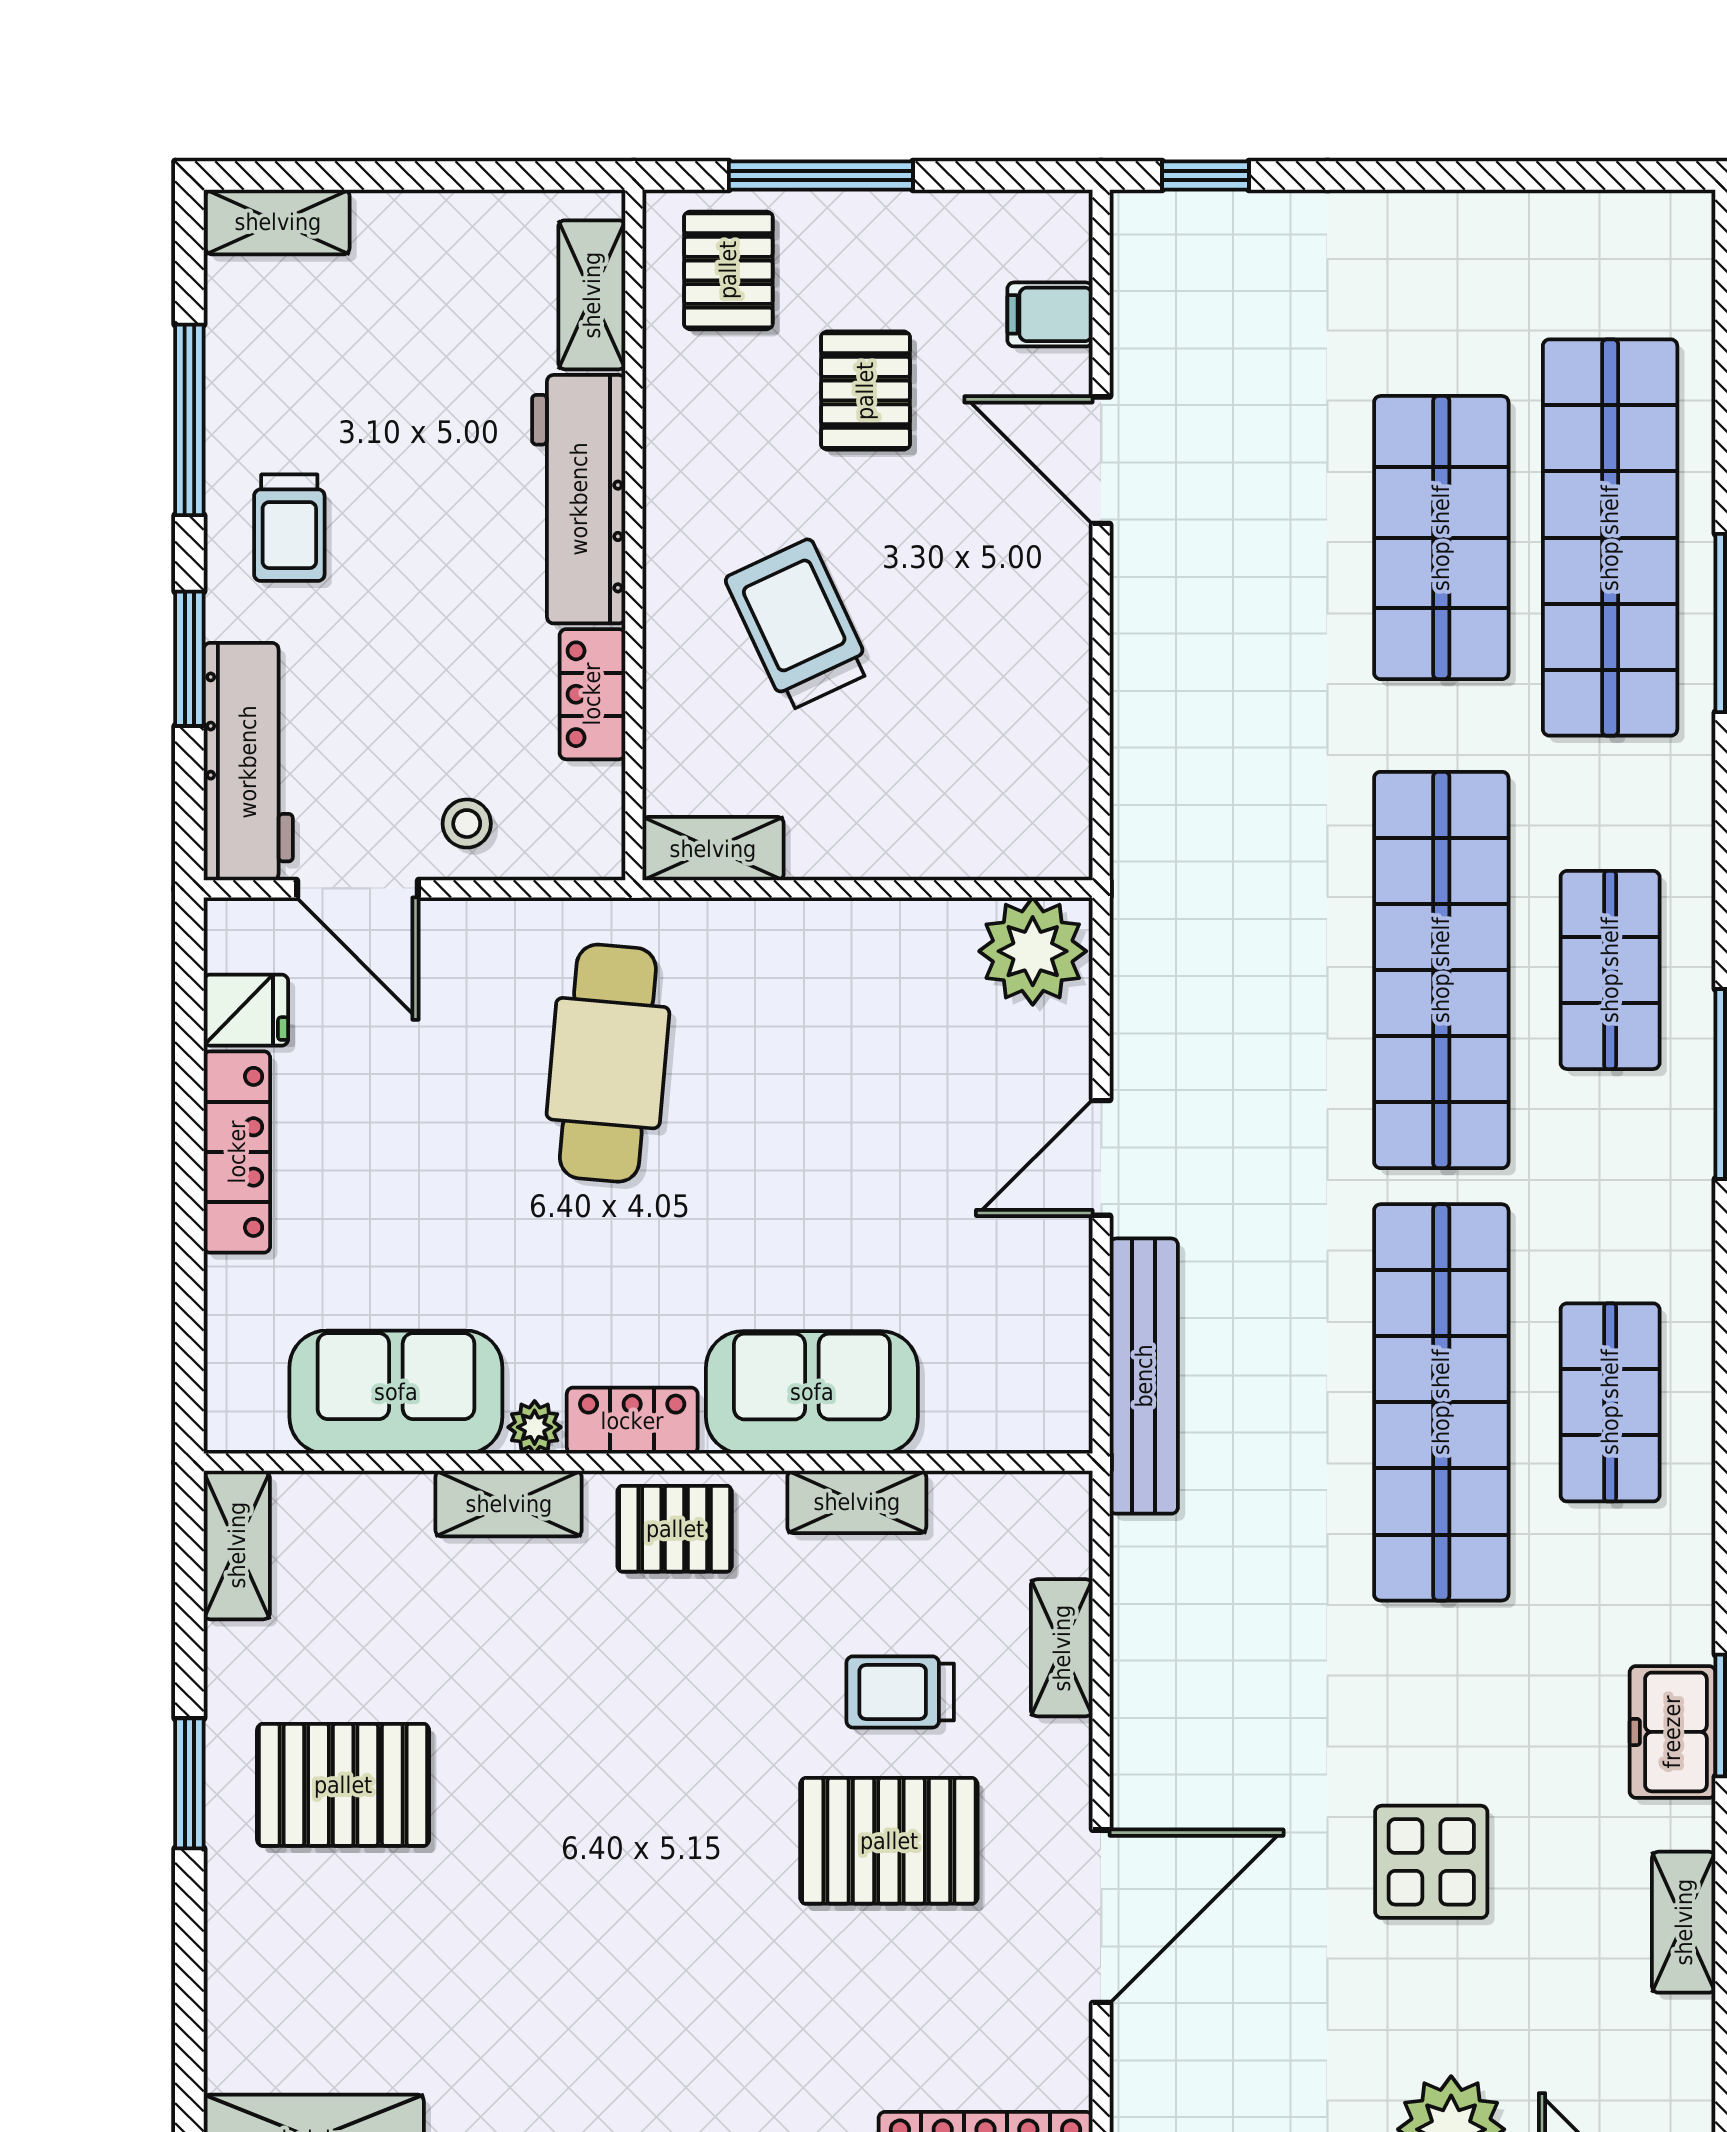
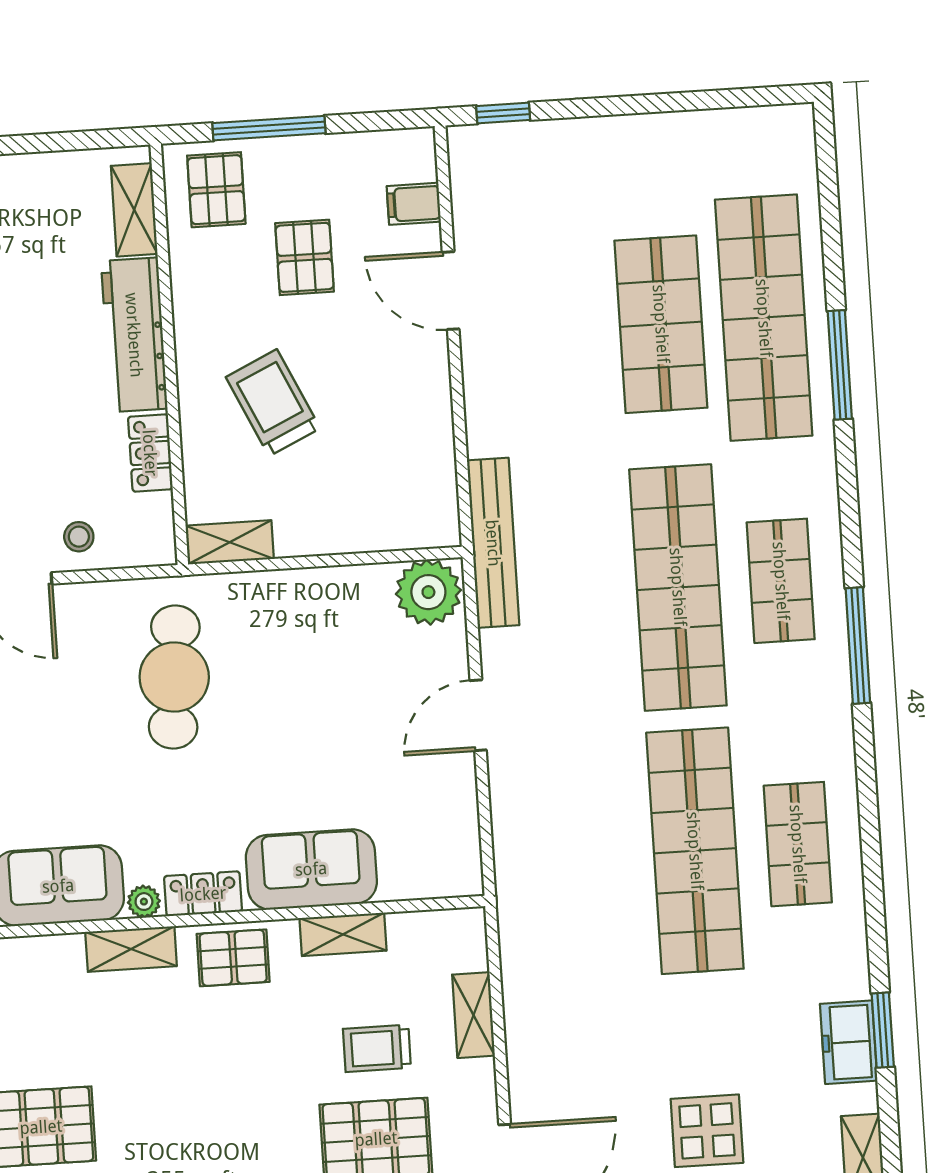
bench: (1144, 1376) -> (493, 543), moved

